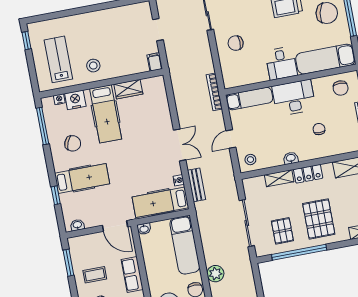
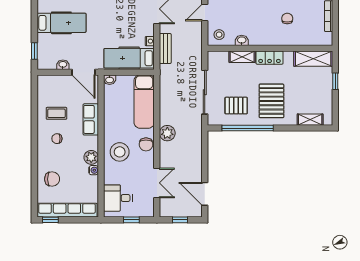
washbasin: (291, 158) -> (242, 40), moved
window: (56, 195) -> (34, 51), moved
washbasin: (77, 225) -> (63, 65), moved
pallet: (282, 231) -> (236, 106), turned 90
window: (68, 263) -> (34, 98), removed

